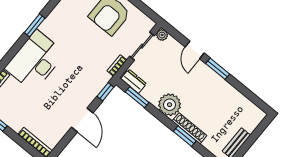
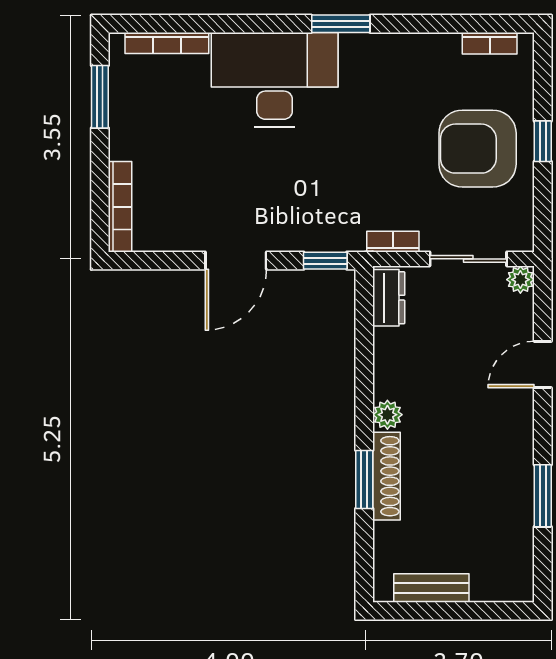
window: (218, 69) -> (543, 496), moved
window: (137, 97) -> (364, 329), removed
plant: (170, 105) -> (387, 415), width x0.53, depth x0.53

